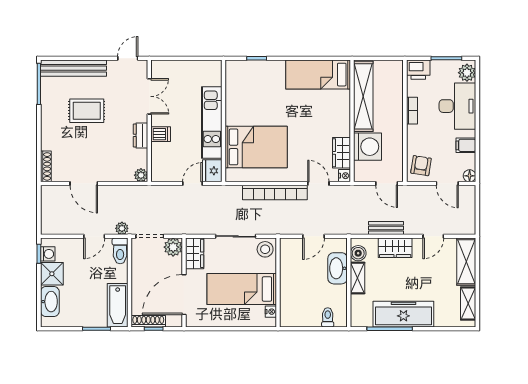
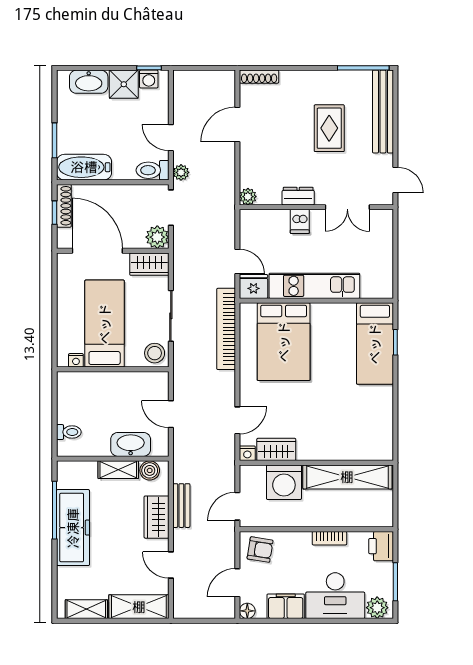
bed: (318, 75) -> (375, 344), moved, turned 180
filing cabinet: (466, 145) -> (286, 606), width x2.00
bookcase: (275, 193) -> (226, 329), moved

